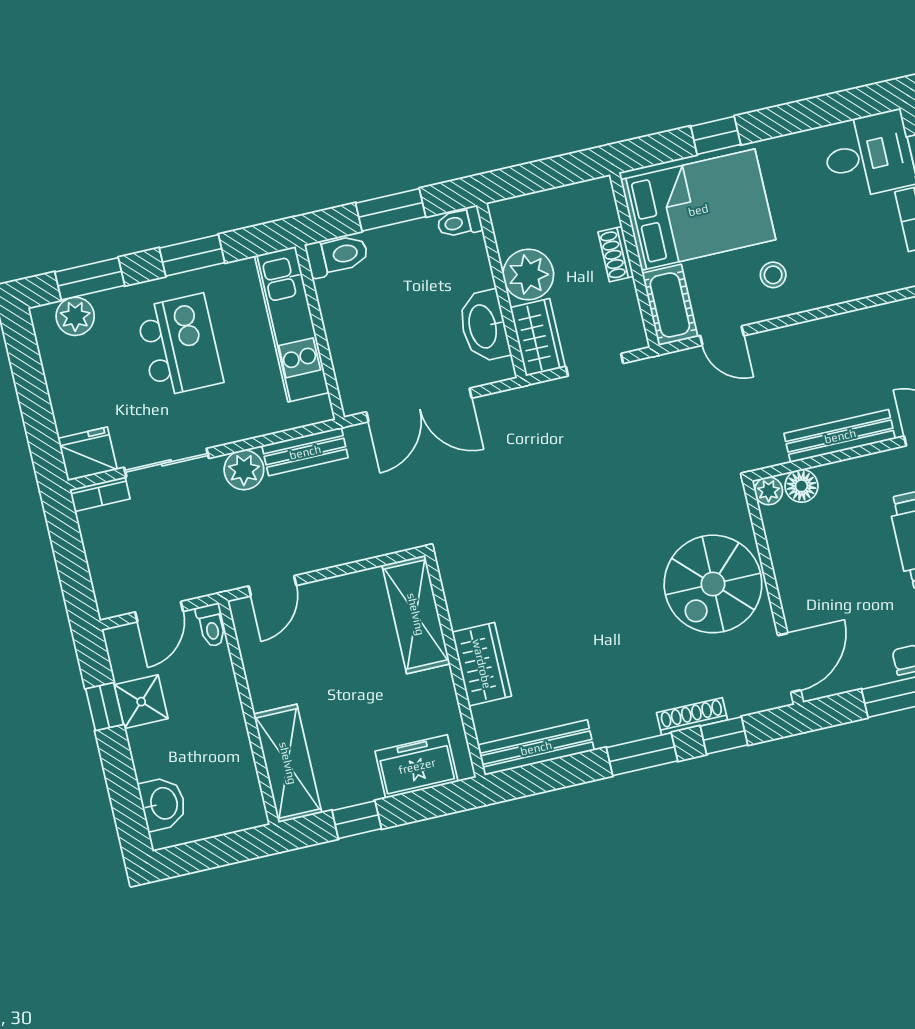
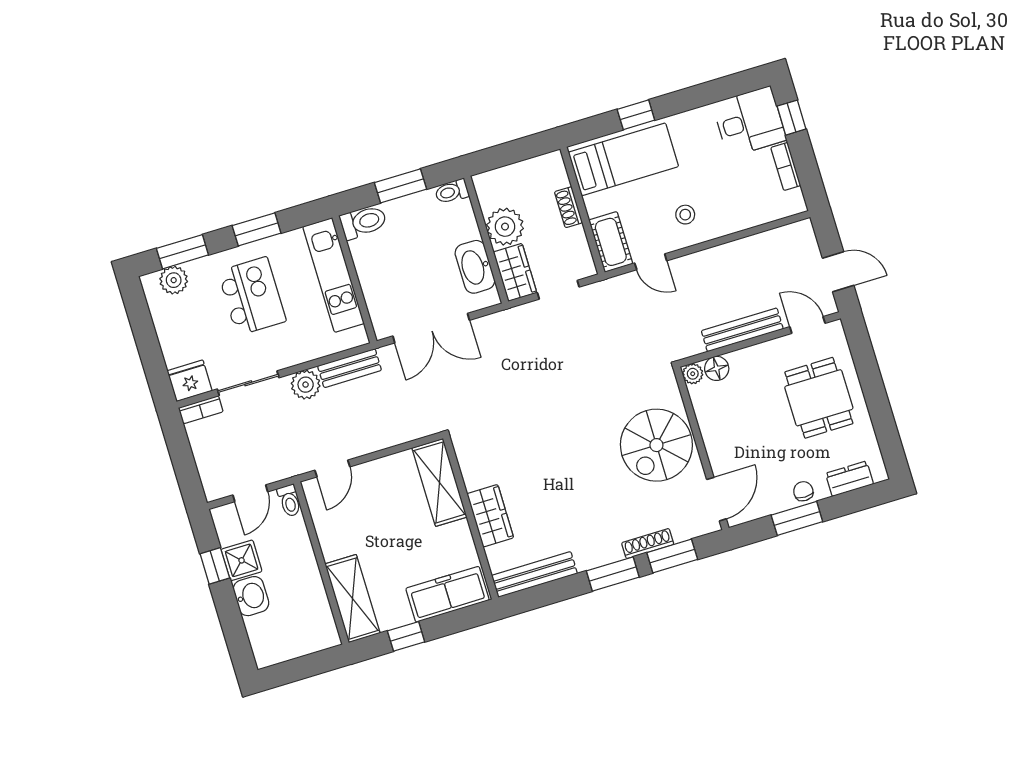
bed: (698, 210) -> (623, 159), width x0.67
window: (724, 736) -> (672, 556), width x1.50
freezer: (417, 766) -> (447, 594), width x1.40
washbasin: (163, 804) -> (251, 596), moved

